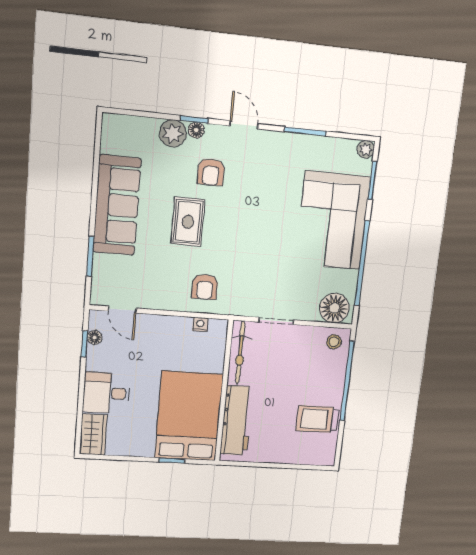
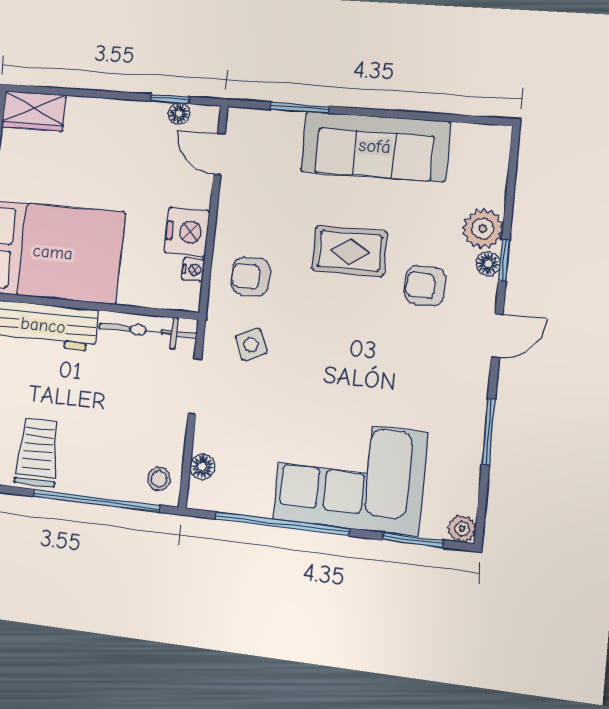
side table: (249, 285) -> (251, 345), added
floor lamp: (334, 308) -> (202, 467), width x0.53, depth x0.53
door: (122, 310) -> (219, 154), hinge flipped
nightstand: (175, 329) -> (187, 232), added
desk: (106, 393) -> (95, 130), removed

